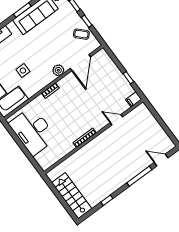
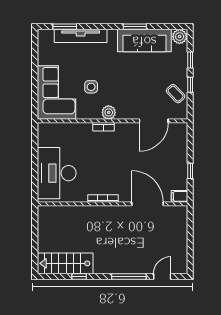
plant: (58, 70) -> (109, 112), moved
door: (116, 120) -> (147, 204), width x1.88
desk: (33, 131) -> (57, 173), moved
door: (161, 160) -> (162, 276), hinge flipped
stairs: (72, 196) -> (65, 263), moved, turned -90

